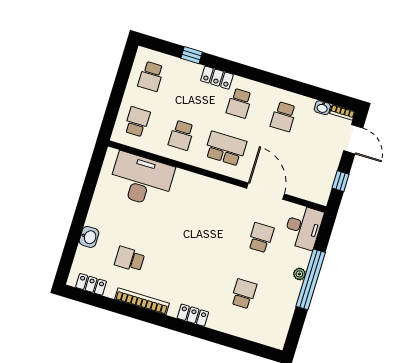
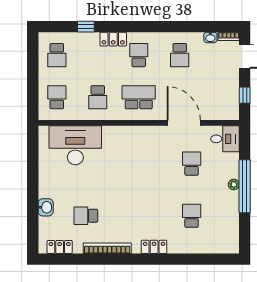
school desk: (239, 103) -> (139, 55), turned 180
desk: (303, 227) -> (225, 139), width x0.73

